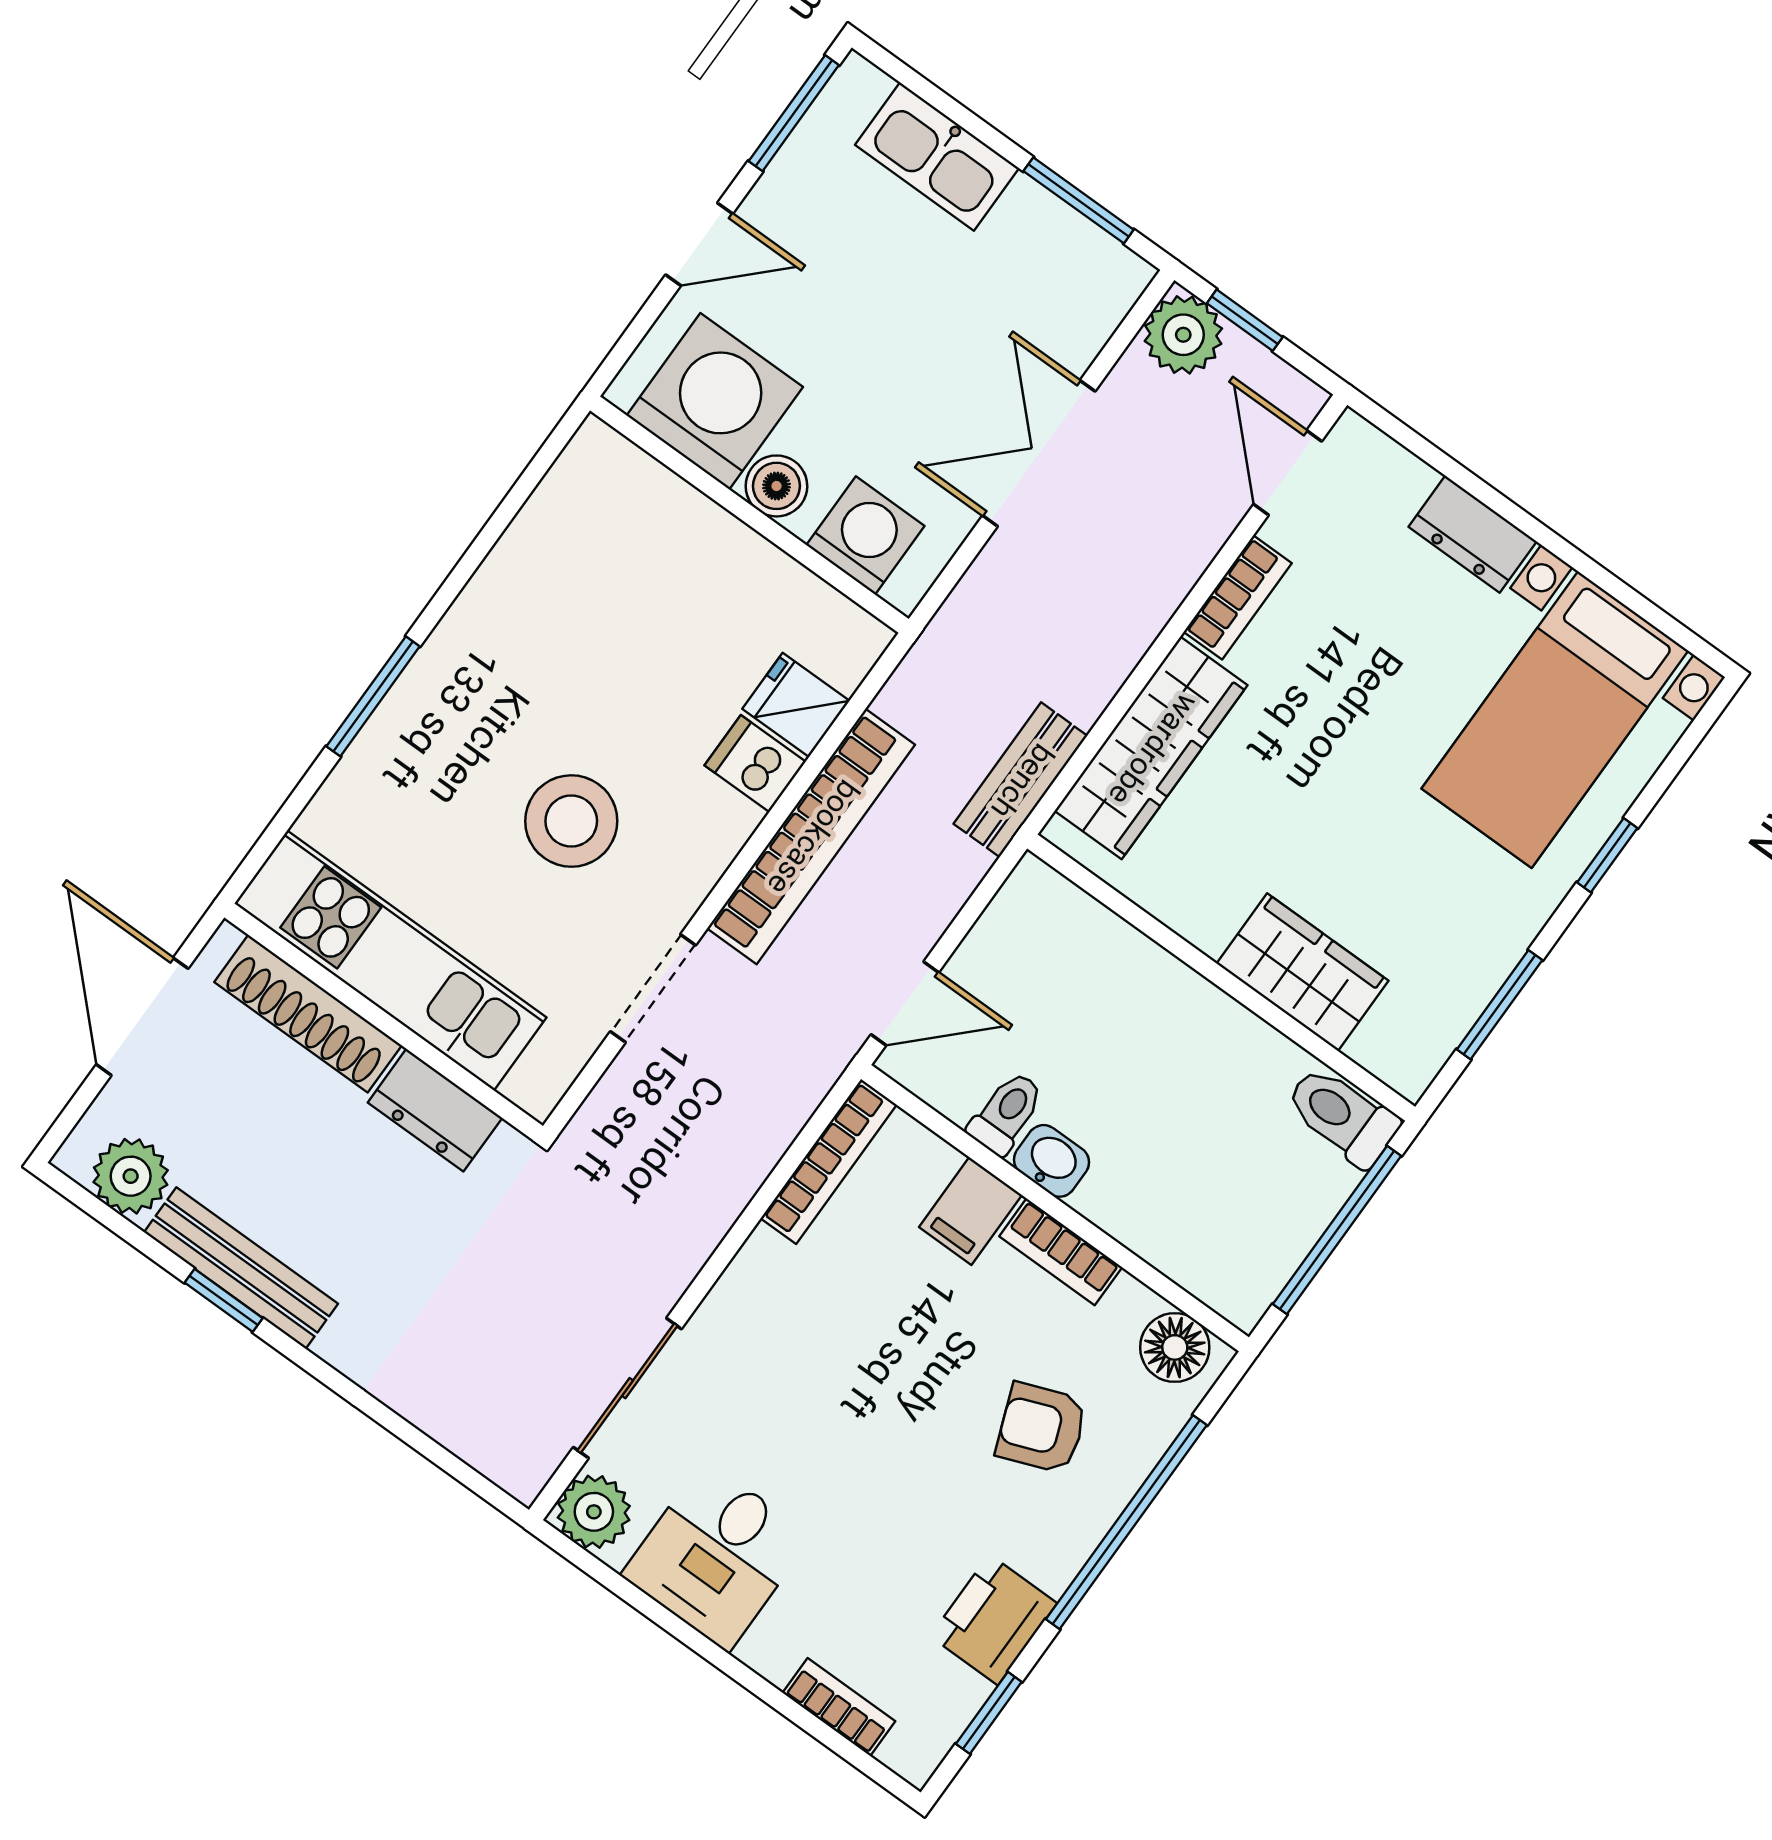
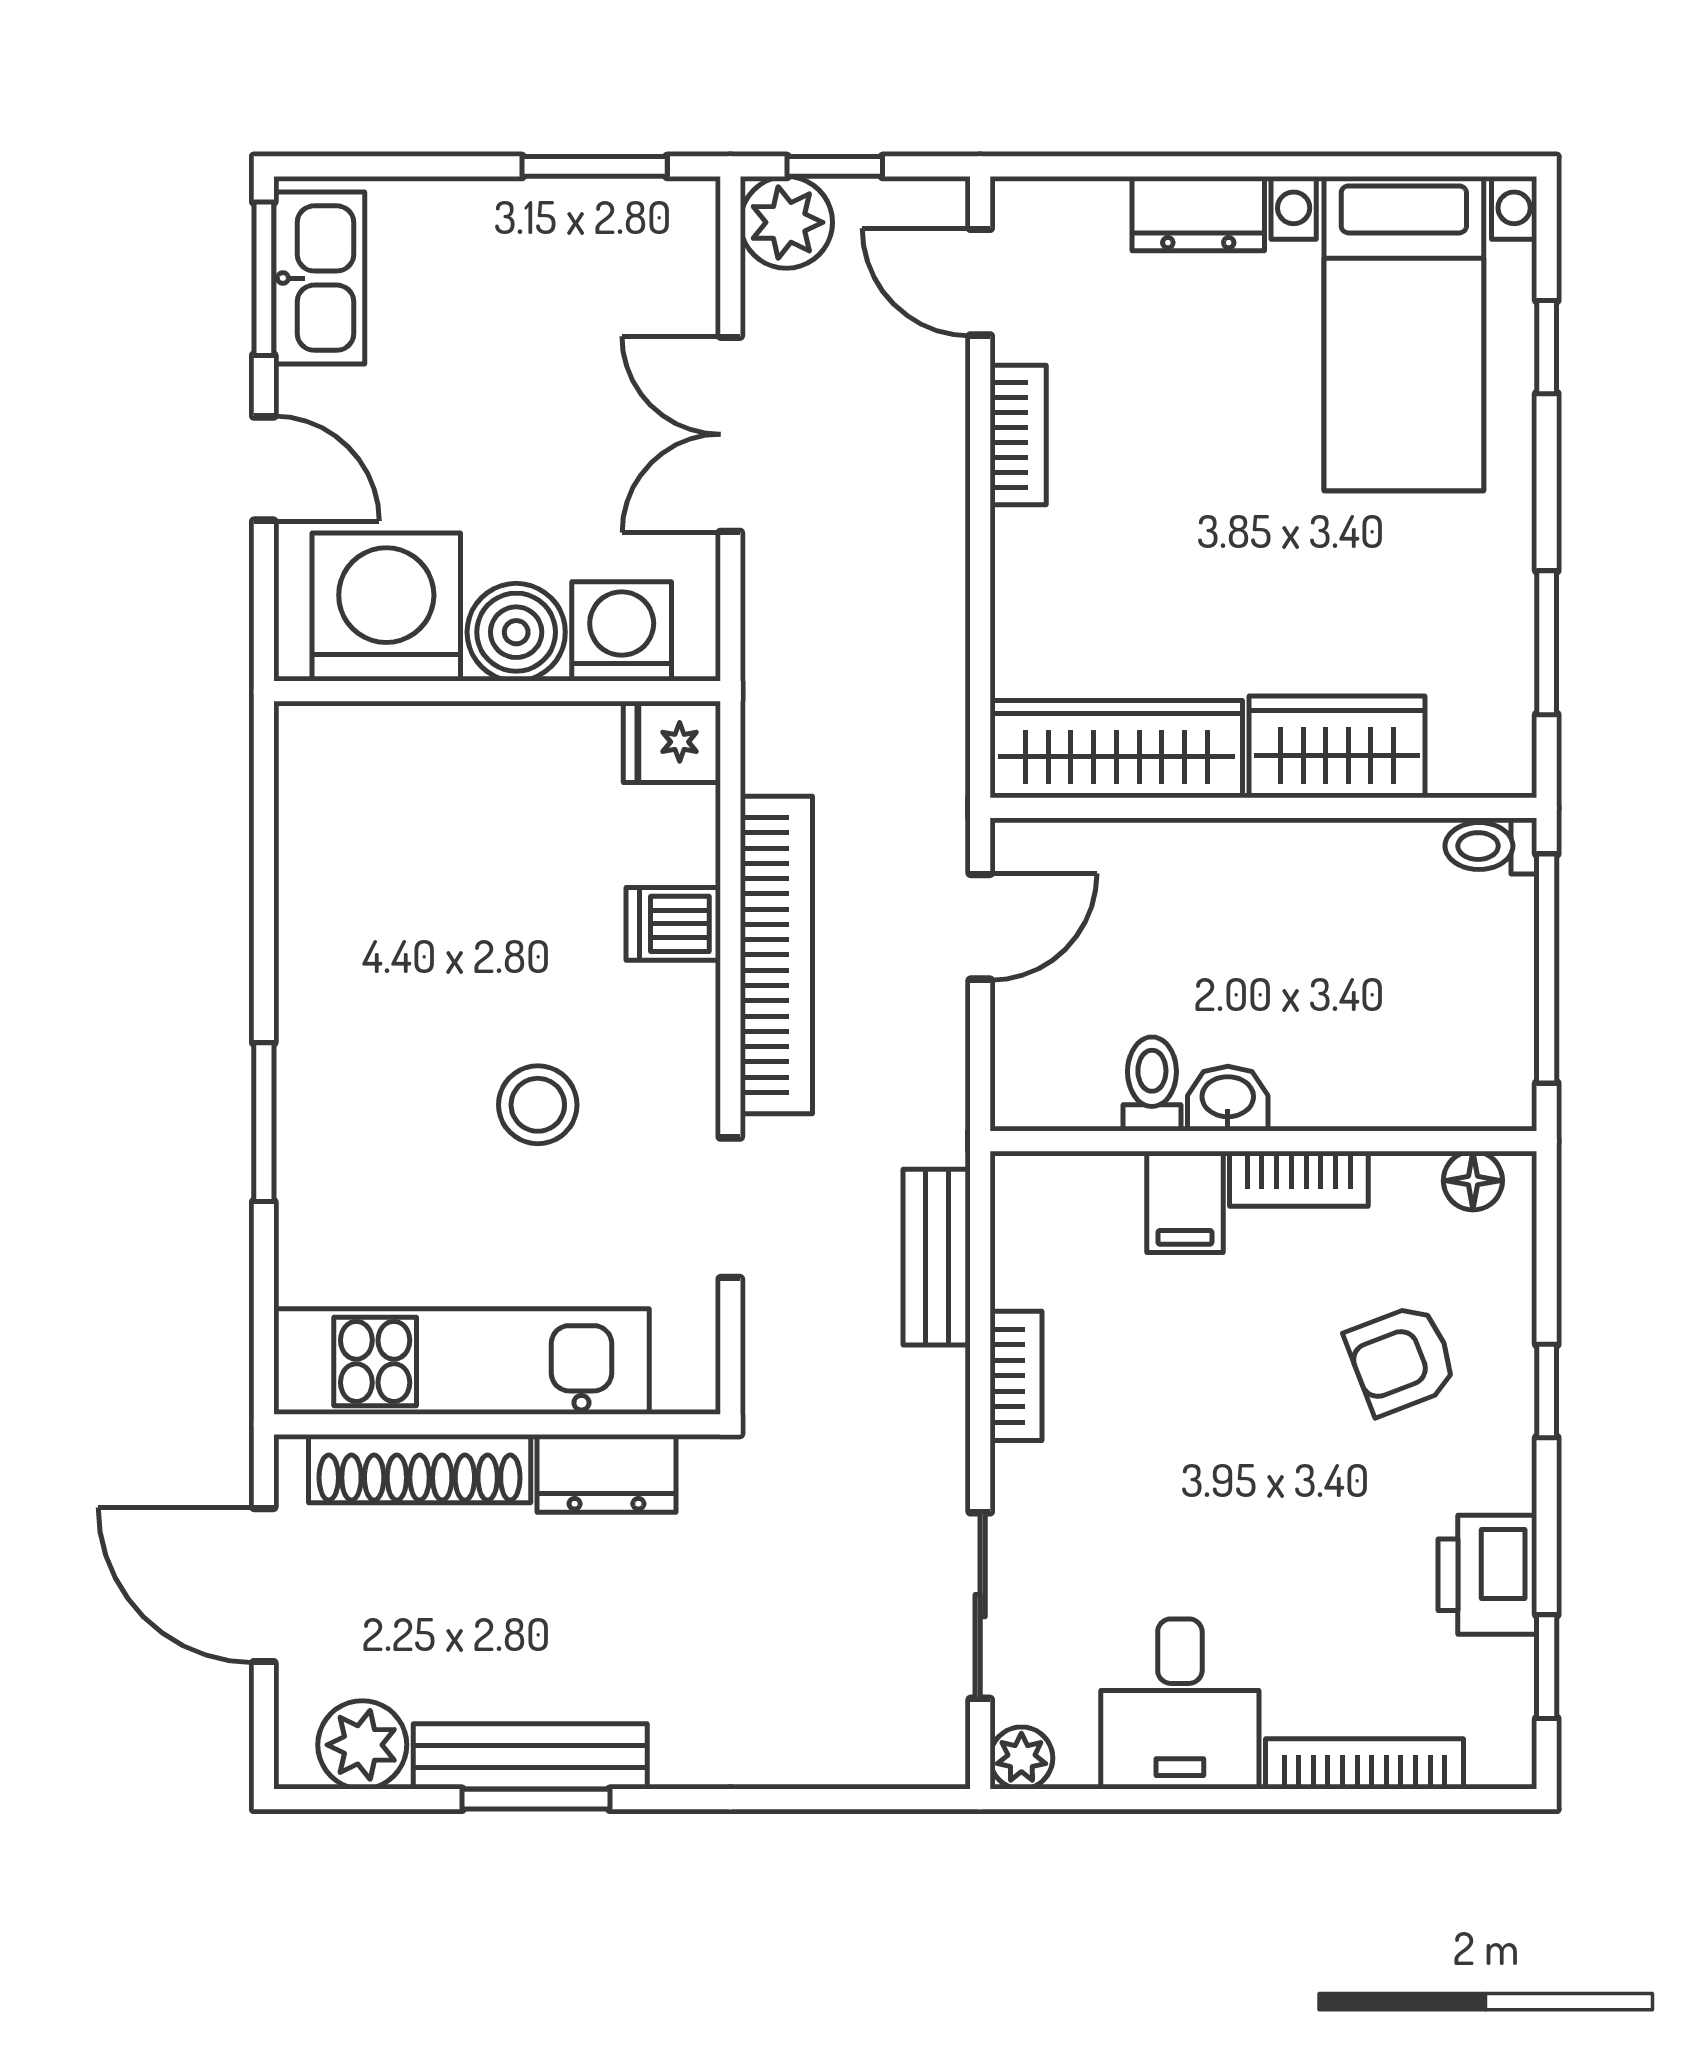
kitchen sink: (937, 157) -> (319, 278), moved, turned -90
door: (699, 244) -> (264, 469), hinge flipped
boiler: (776, 486) -> (516, 632), width x1.36, depth x1.36
fridge: (796, 705) -> (672, 742), moved
wardrobe: (1151, 748) -> (1116, 749), moved, turned -90
bench: (1020, 780) -> (937, 1257), moved
stool: (571, 821) -> (538, 1105), width x0.73, depth x0.73
window: (1607, 855) -> (1547, 347), moved
door: (905, 1004) -> (980, 927), moved
toilet: (1342, 1116) -> (1491, 846), width x0.73, depth x0.72
bookcase: (829, 1161) -> (1016, 1376), moved, width x0.64
window: (224, 1300) -> (536, 1799), width x1.50
floor lamp: (1175, 1347) -> (1473, 1181), width x0.73, depth x0.73
plant: (594, 1512) -> (1021, 1758), width x0.73, depth x0.73
window: (1126, 1522) -> (1547, 1391), width x0.32
bookcase: (839, 1707) -> (1364, 1764), width x1.56

